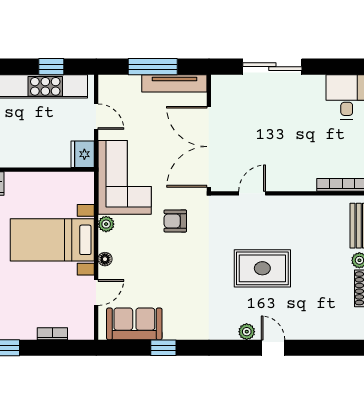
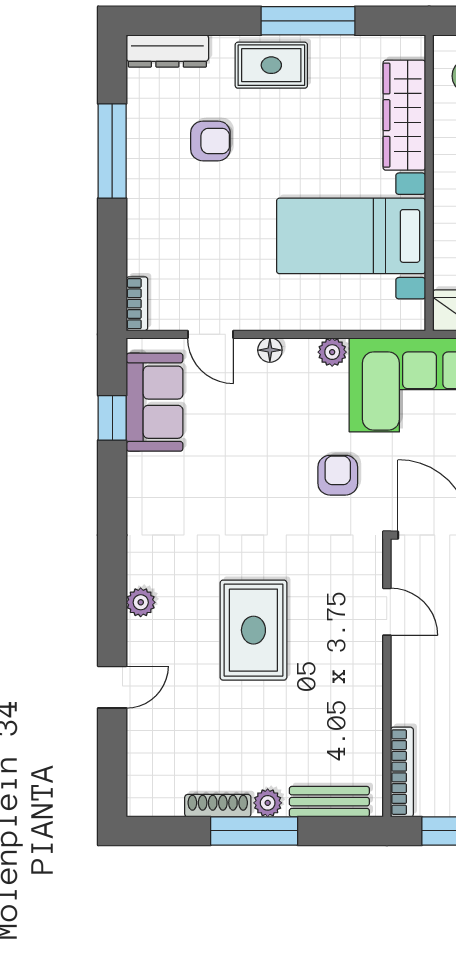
bed with nightstands: (52, 240) -> (351, 236), moved, turned -90
bookcase: (52, 334) -> (137, 304), moved
window: (163, 348) -> (112, 418), moved
door: (273, 348) -> (112, 687), moved

